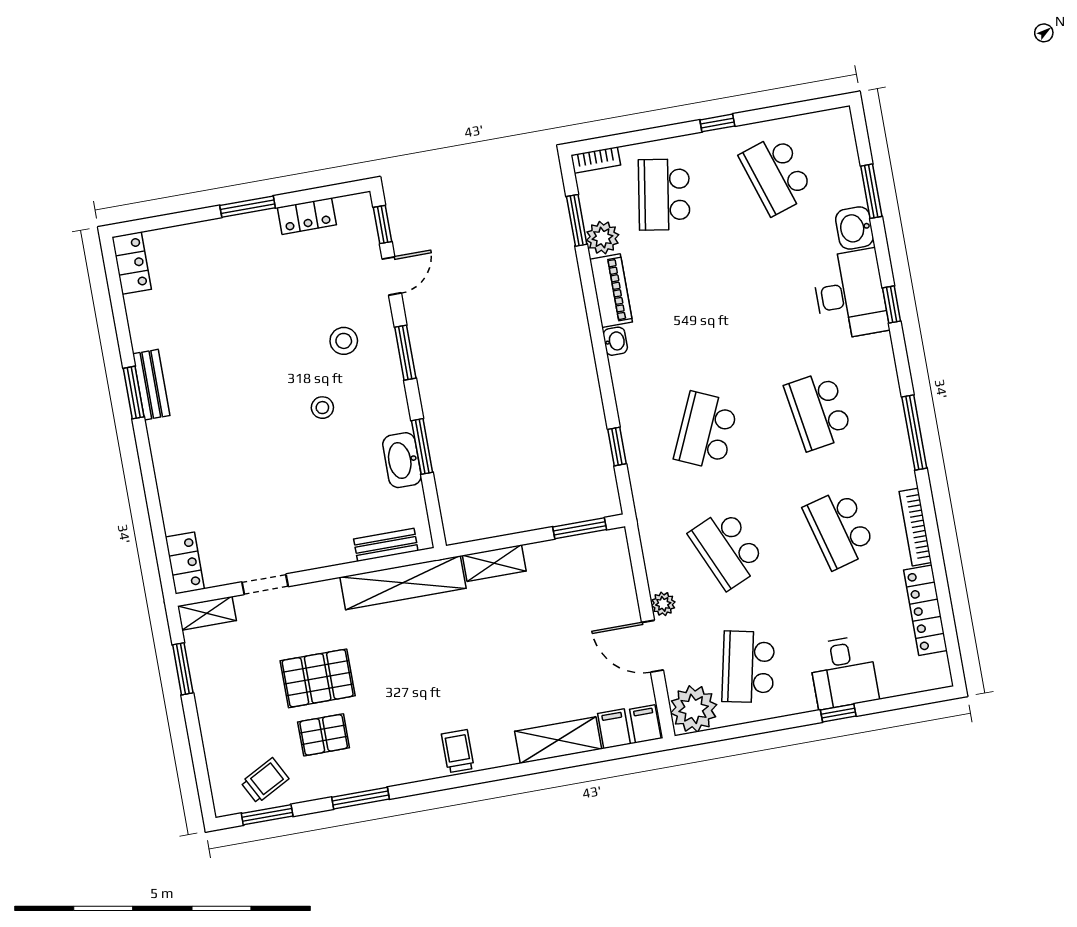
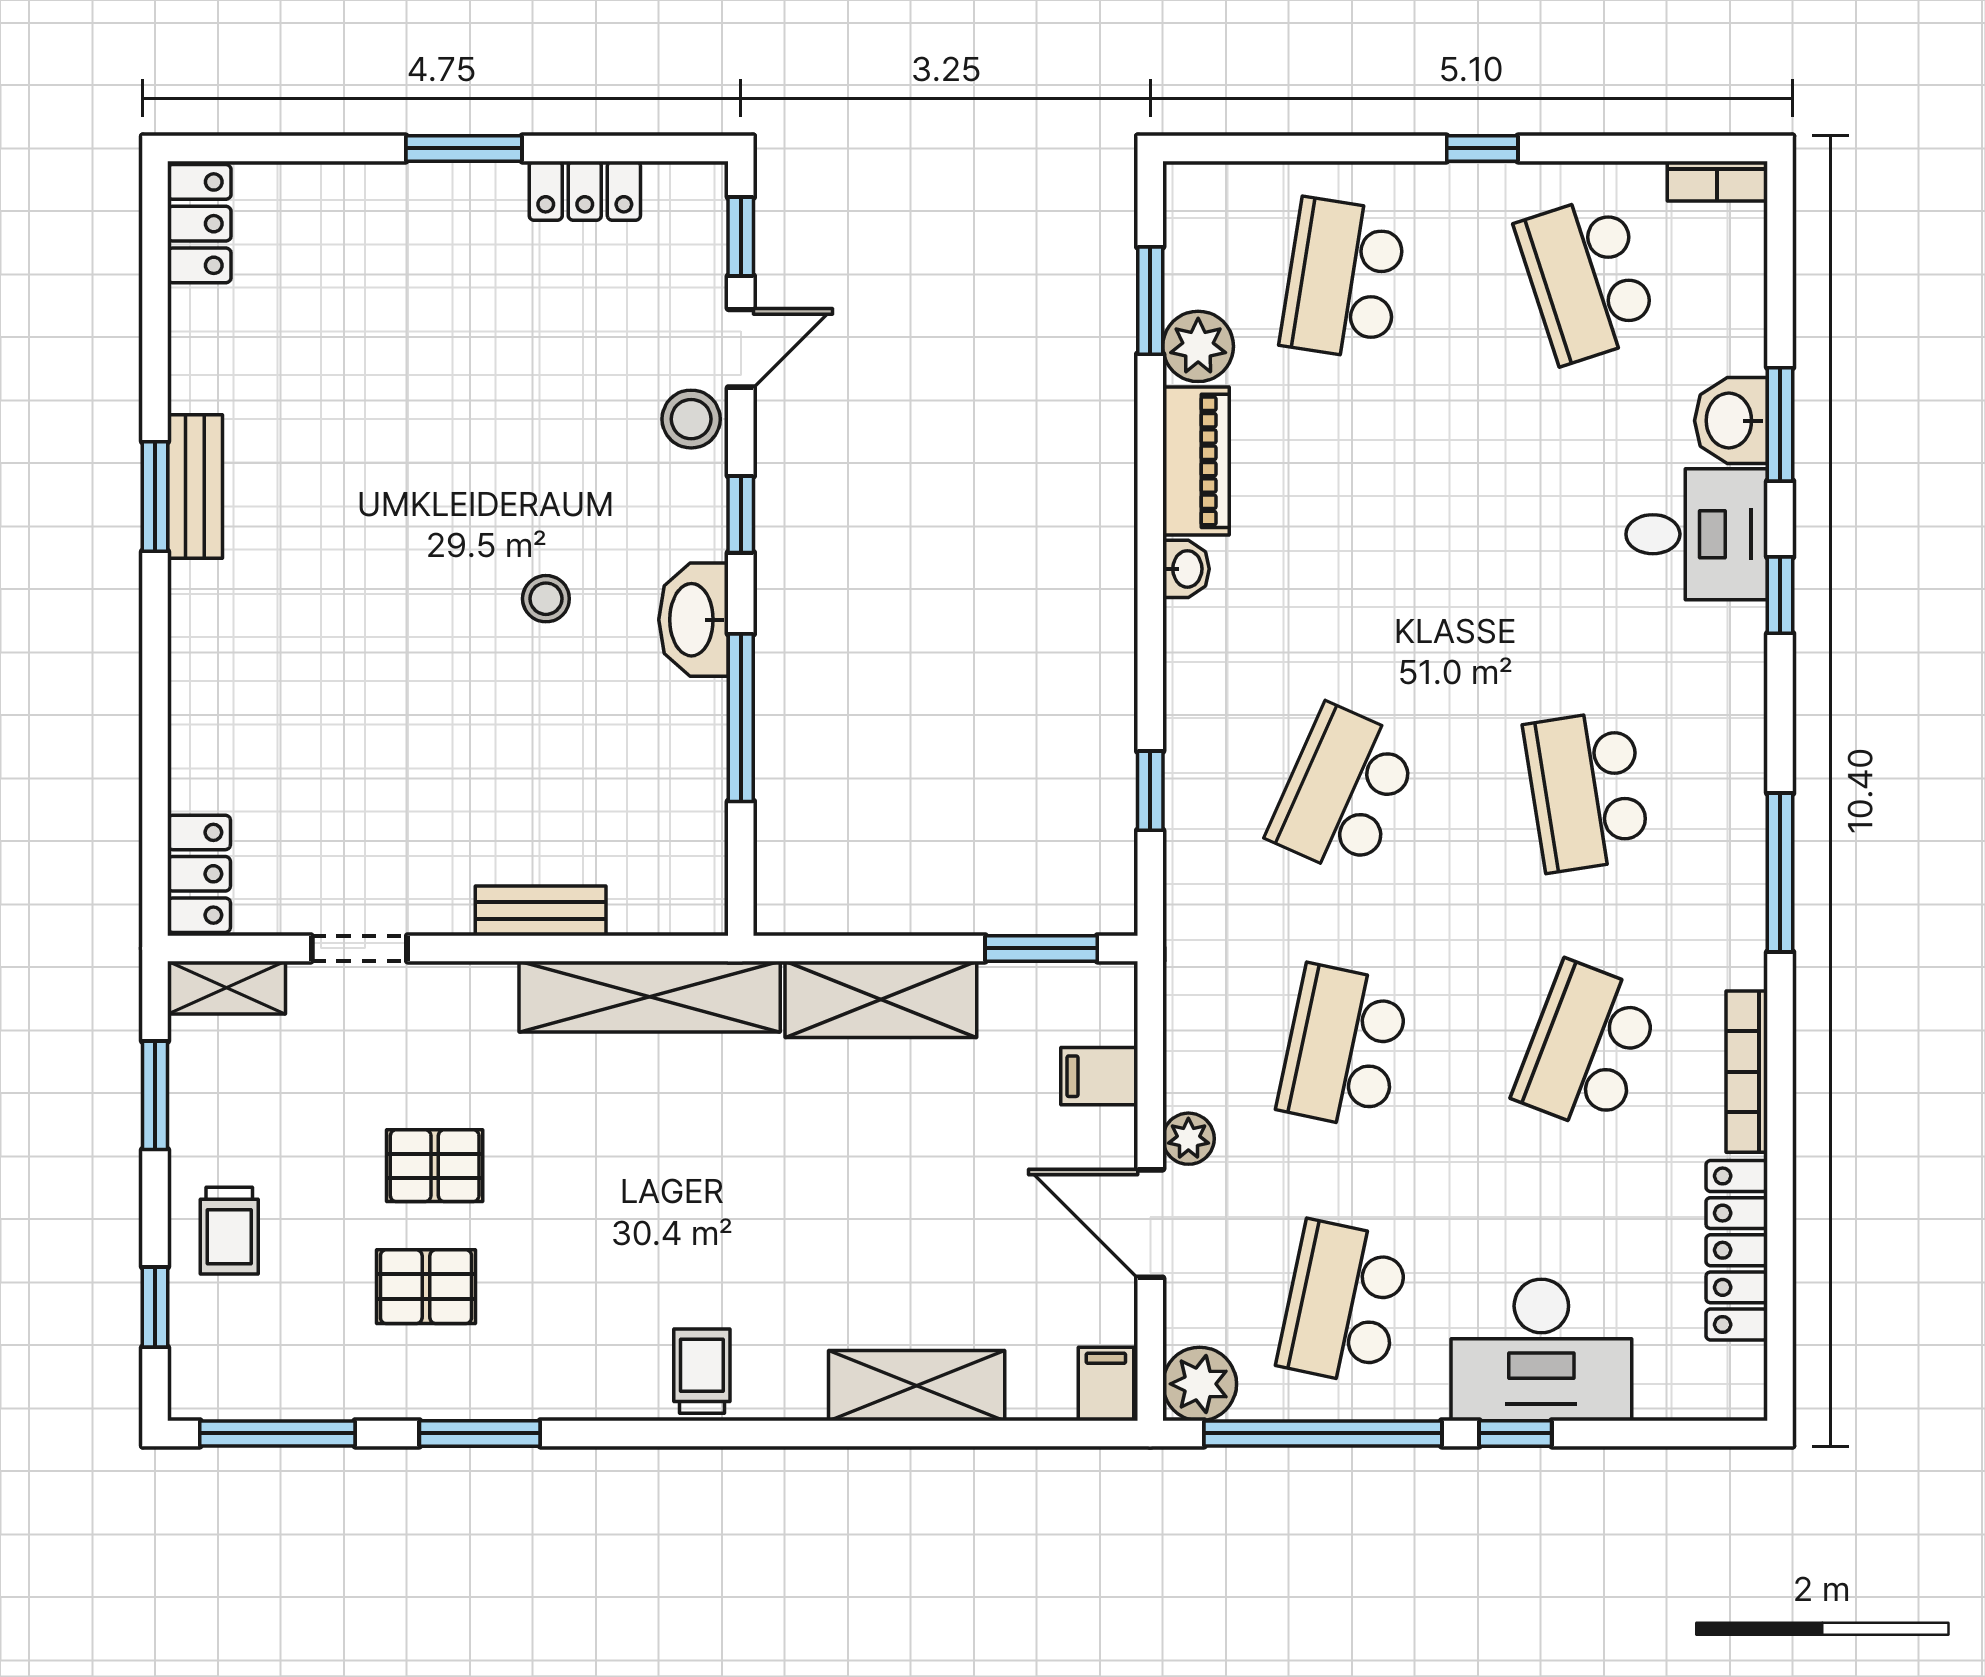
bookcase: (596, 160) -> (1717, 181), moved
window: (871, 191) -> (1780, 424), moved
desk: (850, 295) -> (1697, 534), width x0.73
stool: (344, 341) -> (691, 419), moved
window: (405, 353) -> (741, 514), width x0.67
window: (422, 446) -> (741, 718), width x1.44
washbasin: (402, 460) -> (693, 620), moved
school desk: (839, 529) -> (1587, 1047), turned 36
bench: (386, 545) -> (541, 911), moved
school desk: (727, 549) -> (1343, 1047), turned 36
shelving: (494, 563) -> (881, 999), width x1.50, depth x1.33
desk: (843, 672) -> (1541, 1350), width x1.37
pallet: (318, 678) -> (435, 1166), width x0.67, depth x0.71
plant: (694, 709) -> (1200, 1384), width x0.73, depth x0.73
filing cabinet: (614, 729) -> (1099, 1076), moved, turned -90
window: (749, 729) -> (1323, 1433), added
window: (200, 767) -> (155, 1307), added
trolley: (265, 781) -> (229, 1231), moved, turned 118
window: (267, 815) -> (277, 1433), width x1.44

